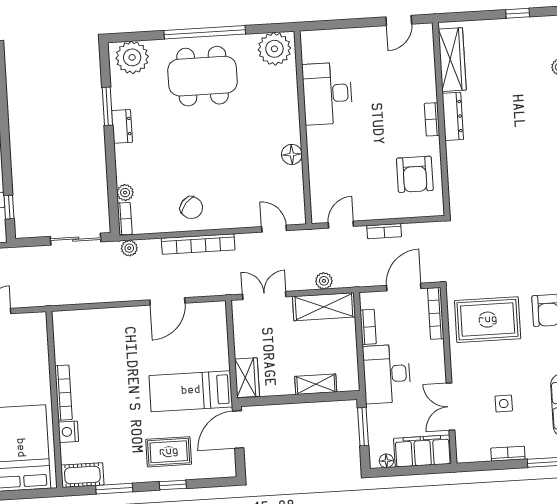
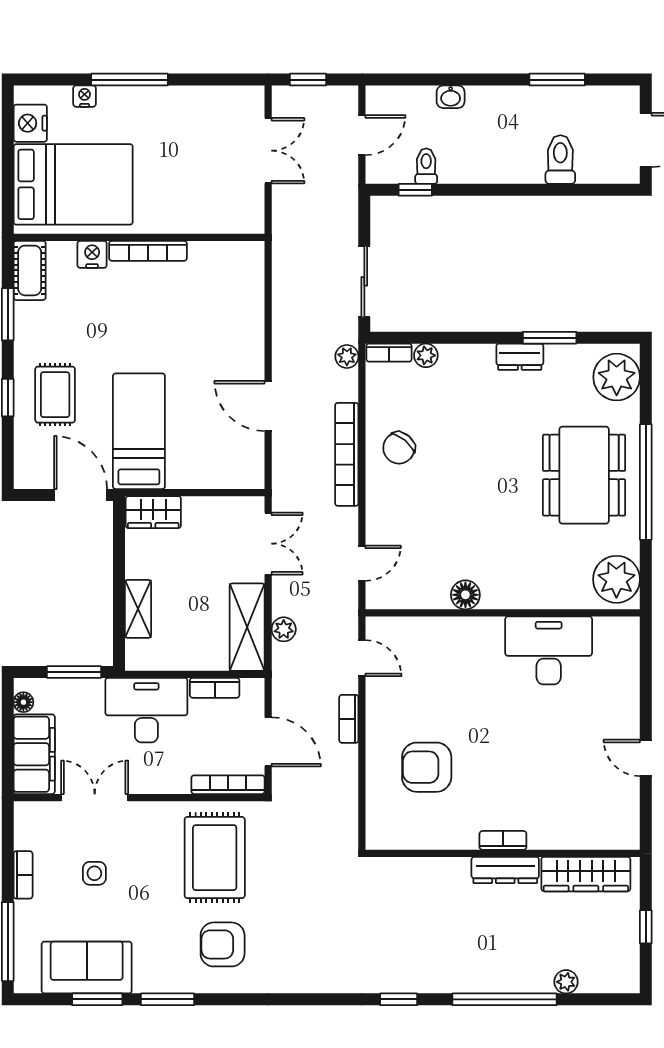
wardrobe: (452, 60) -> (586, 874), moved
dresser: (453, 116) -> (505, 870), moved
bookcase: (432, 119) -> (503, 840), moved
wall: (441, 119) -> (503, 853), moved

